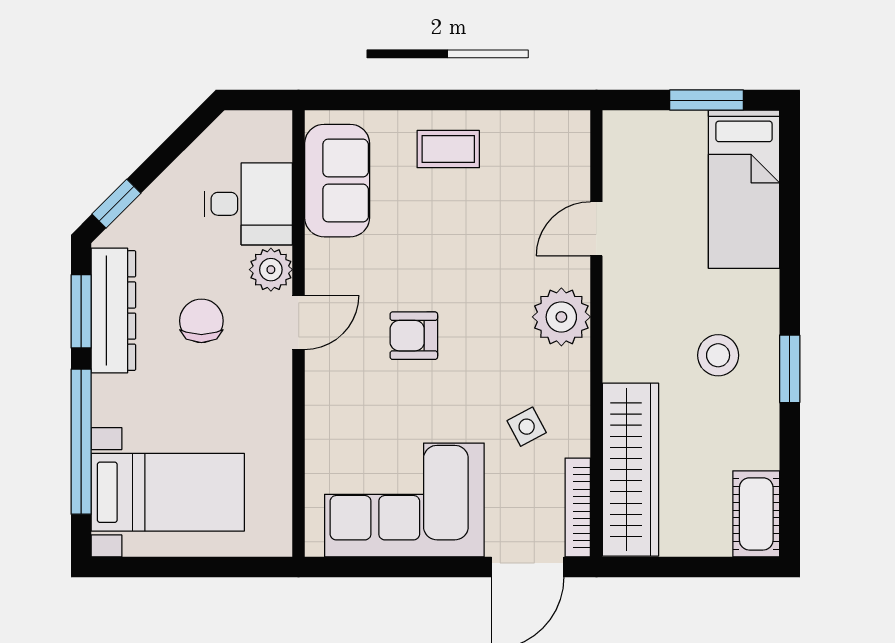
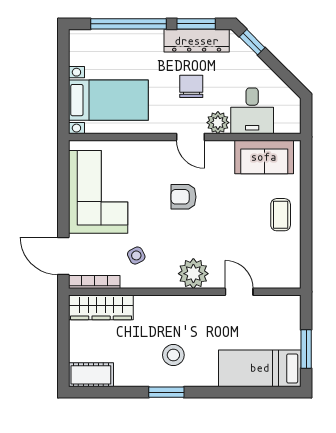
chair: (201, 321) -> (191, 86), turned -90
armchair: (414, 336) -> (184, 197), turned -90
wardrobe: (631, 470) -> (101, 307), width x0.71, depth x0.85
bed with nightstands: (168, 492) -> (108, 100), moved, turned -90

